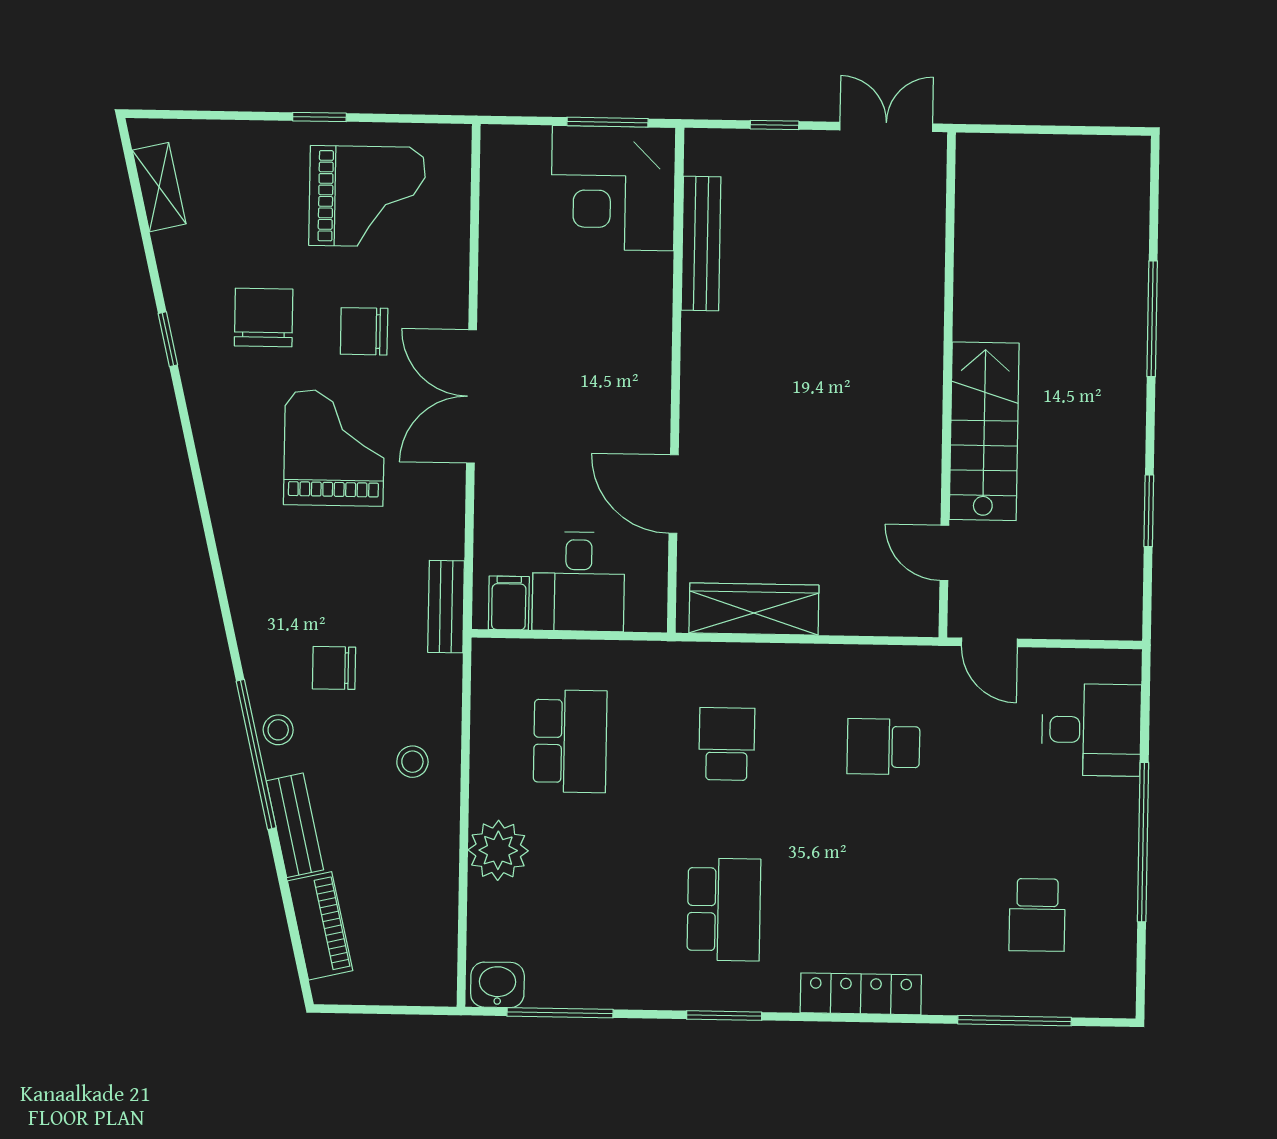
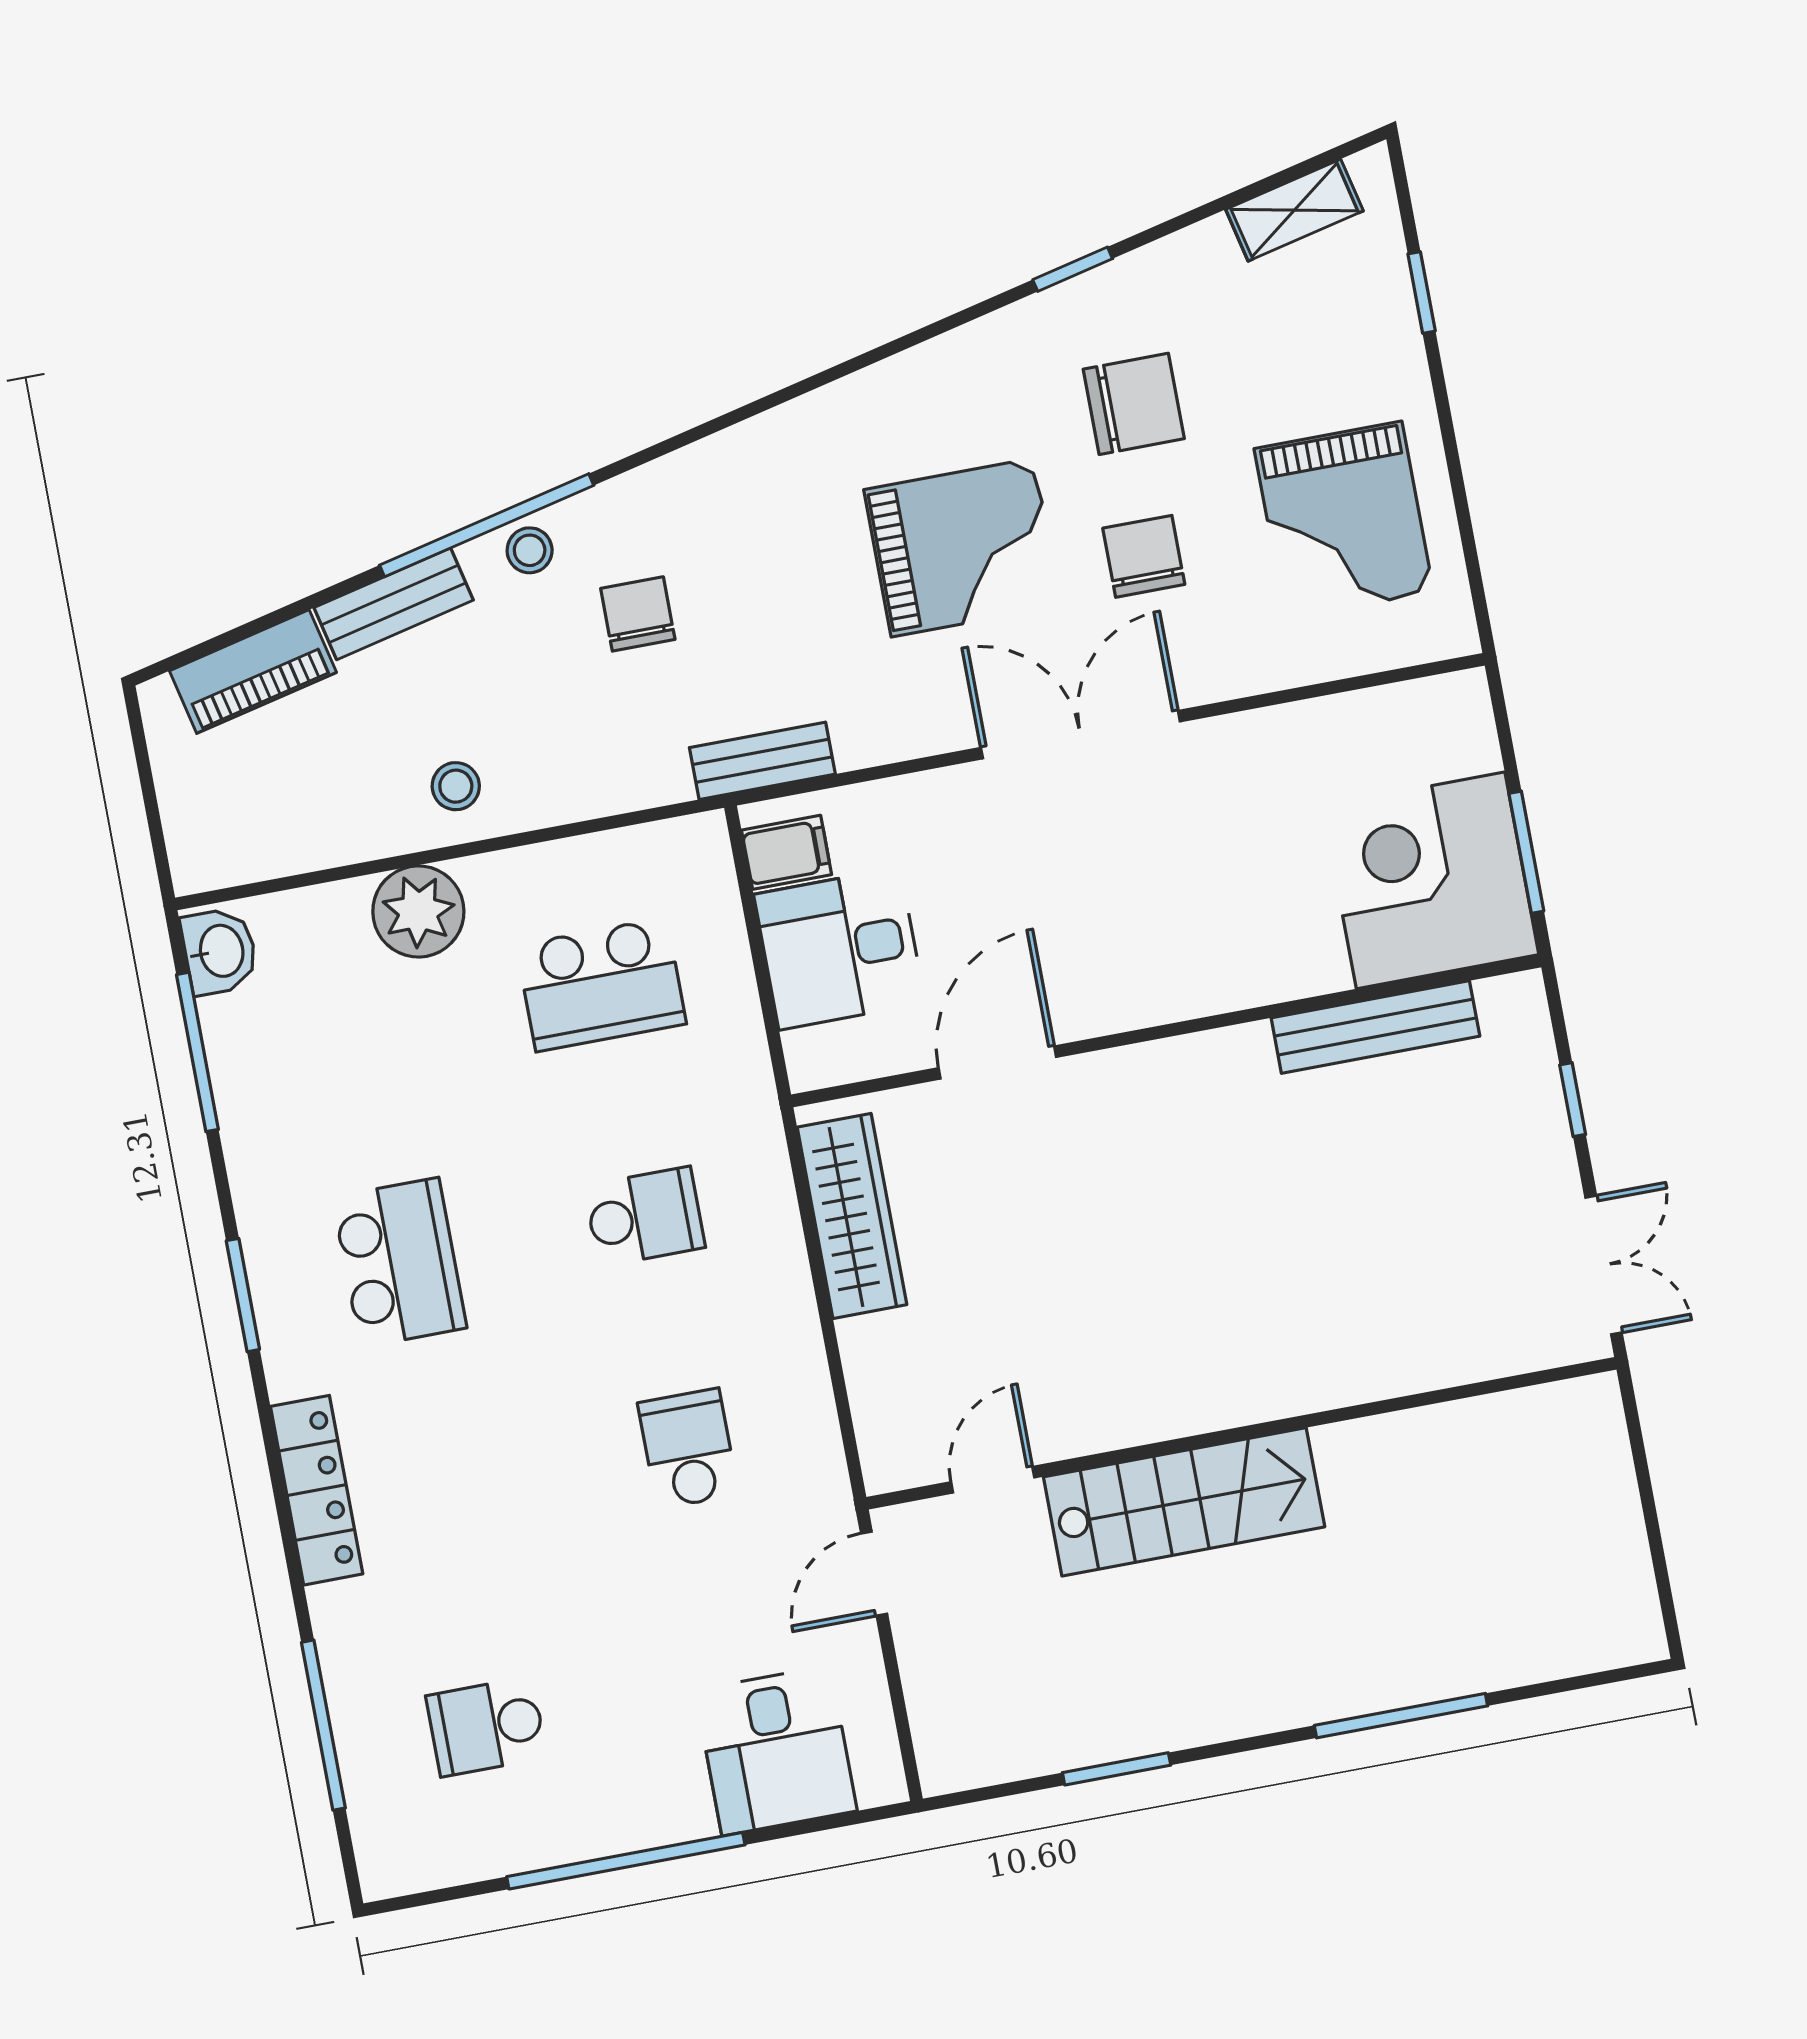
window: (319, 117) -> (1422, 293), moved
stool: (412, 762) -> (456, 786), moved
school desk: (724, 909) -> (399, 1263), turned -90

